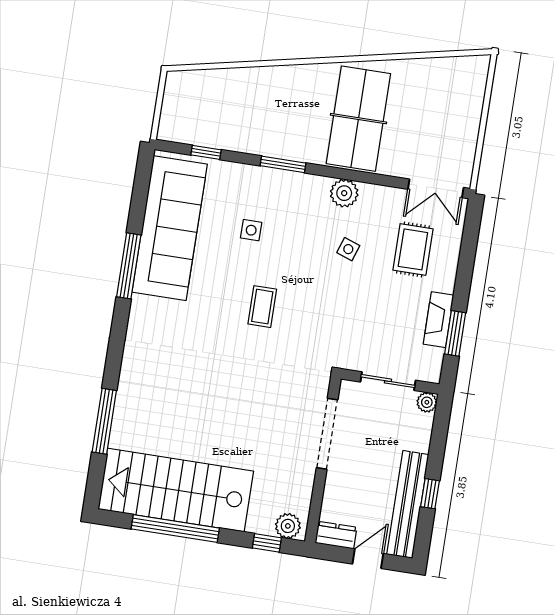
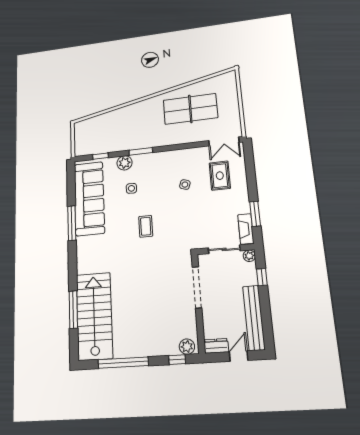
table tennis table: (358, 119) -> (190, 109), moved, turned 90
plant: (344, 193) -> (125, 163), moved
fireplace: (438, 320) -> (246, 229), moved
stairs: (176, 490) -> (94, 316), moved, turned 90
window: (430, 494) -> (262, 277), moved

